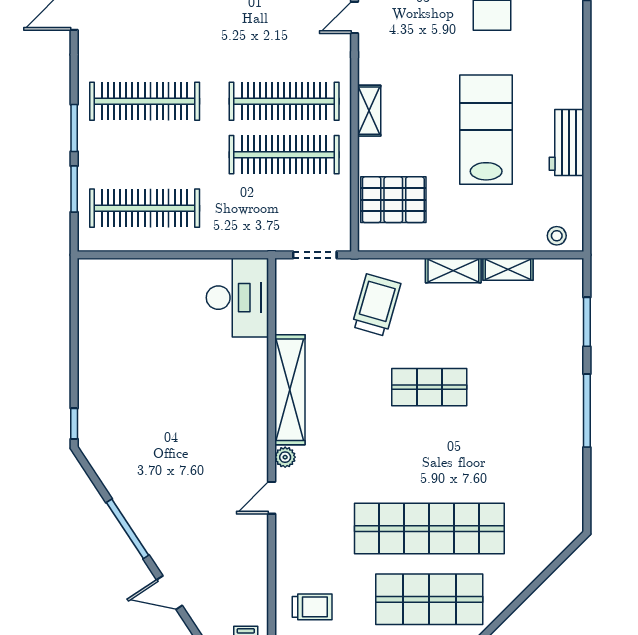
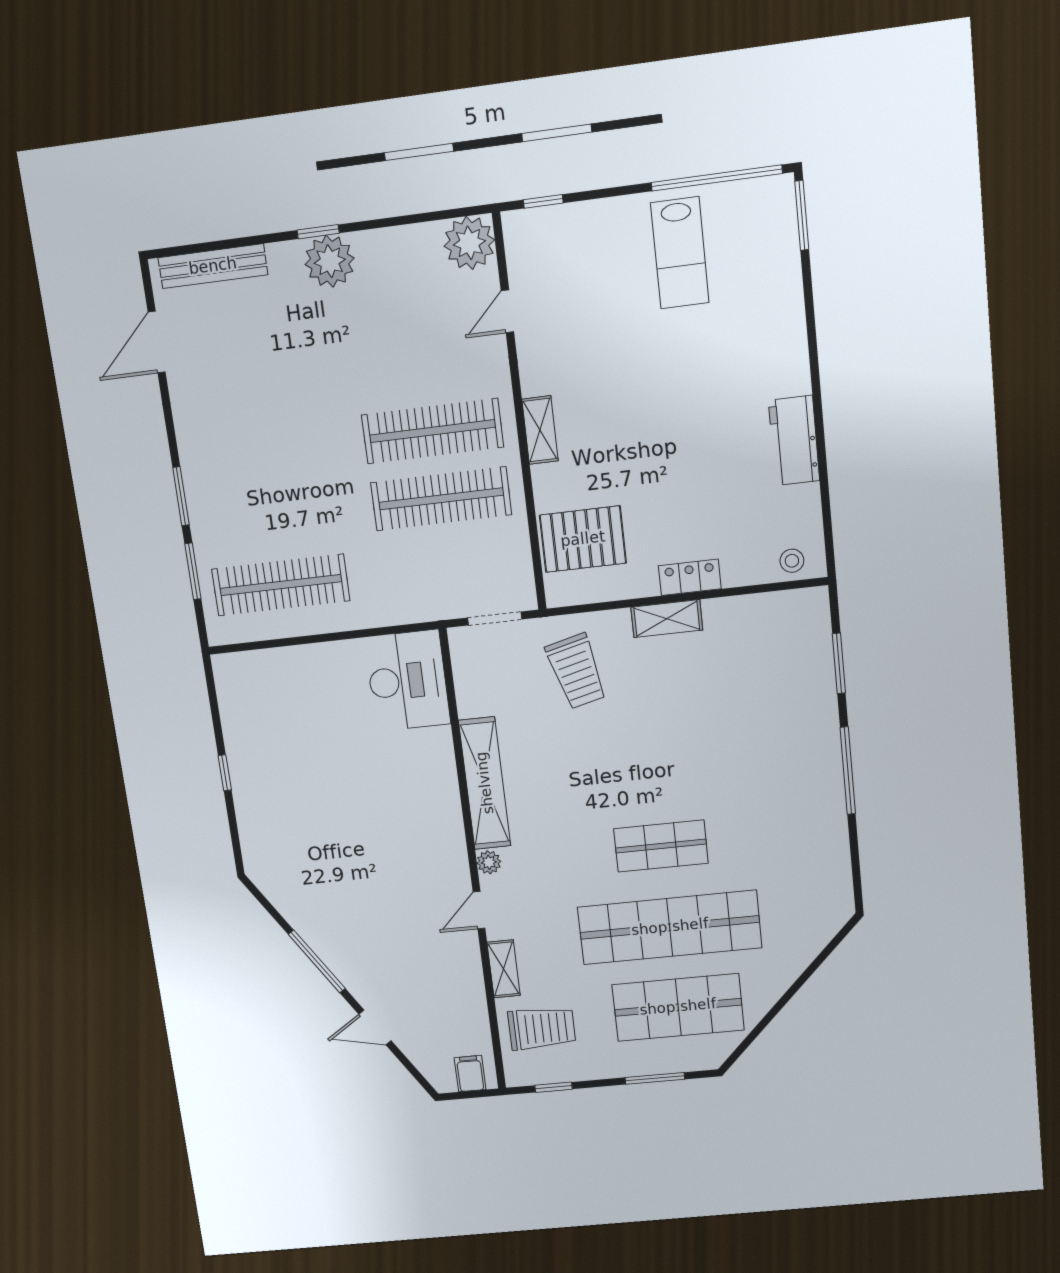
clothes rail: (145, 101) -> (261, 452), removed
lab bench: (486, 130) -> (690, 436), removed
locker: (475, 240) -> (690, 577), added
shelving: (508, 269) -> (504, 969), moved, turned 90
trolley: (376, 305) -> (576, 671), turned 150
shop shelf: (429, 387) -> (661, 846), moved
window: (74, 424) -> (225, 773), moved
trolley: (312, 607) -> (542, 1028), width x1.36, depth x1.39

